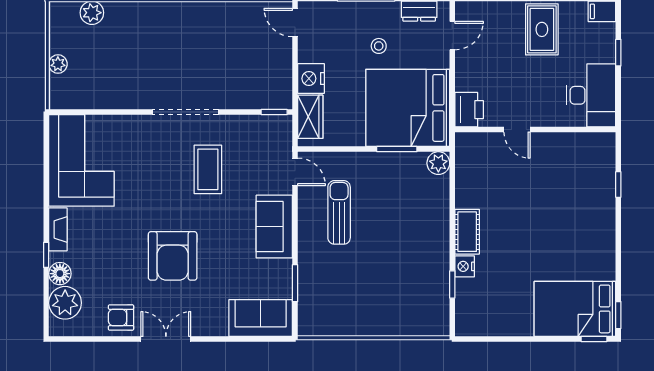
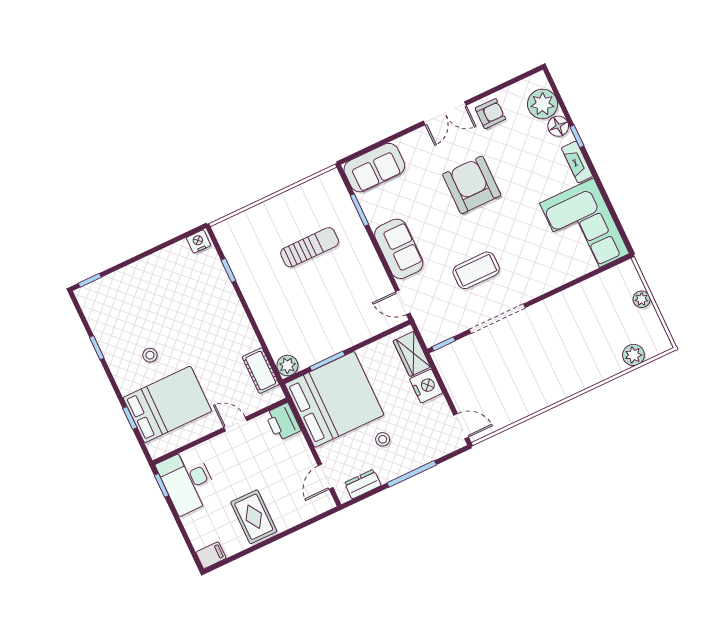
window: (618, 53) -> (162, 485), moved
doorway: (185, 112) -> (497, 319), moved
coffee table: (208, 169) -> (476, 270), turned 90
sun lounger: (339, 212) -> (310, 247), moved, turned -90
cot: (467, 232) -> (261, 371), moved
stool: (569, 237) -> (150, 355), added
nightstand: (465, 266) -> (198, 242), moved, turned -90
bed: (575, 309) -> (167, 404), moved
window: (618, 315) -> (97, 348), moved

